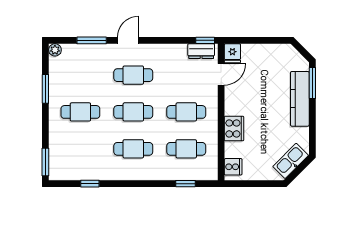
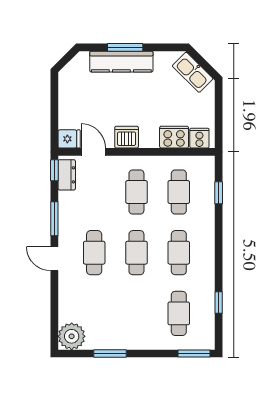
window: (92, 40) -> (54, 219), moved
plant: (55, 50) -> (72, 336), width x1.88, depth x1.88
window: (312, 83) -> (125, 47), moved
dishwasher: (234, 103) -> (127, 137), added
cafe table: (80, 112) -> (179, 313), moved
cooker: (234, 128) -> (174, 137), moved

